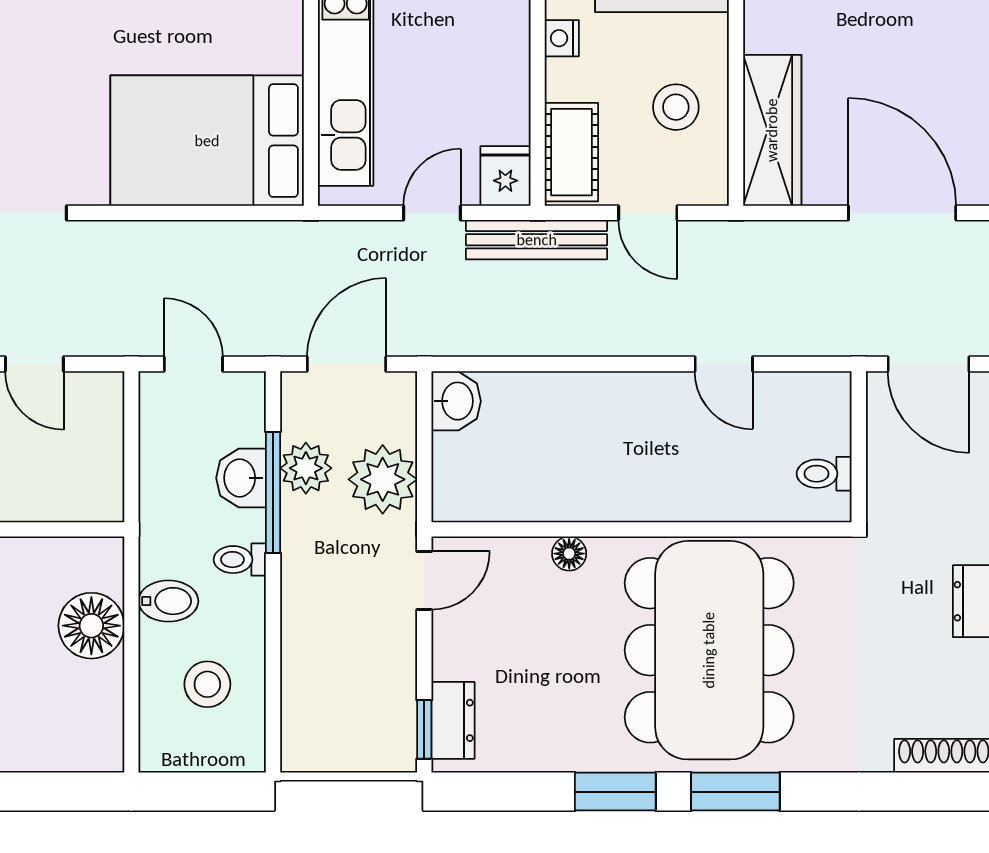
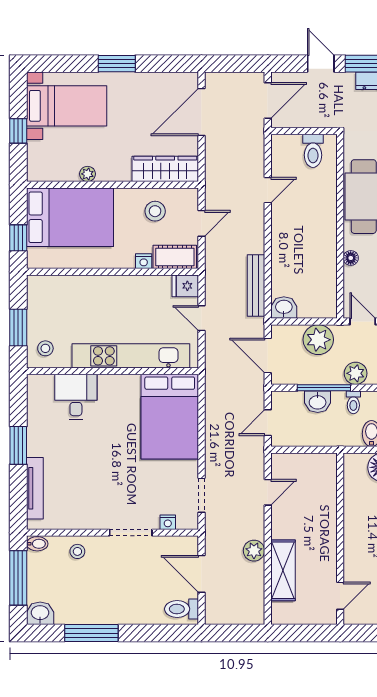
nightstand: (562, 38) -> (144, 261), moved
bench: (537, 240) -> (256, 286), moved
plant: (306, 468) -> (356, 373), moved
toilet: (824, 474) -> (313, 151), width x1.37, depth x1.39

